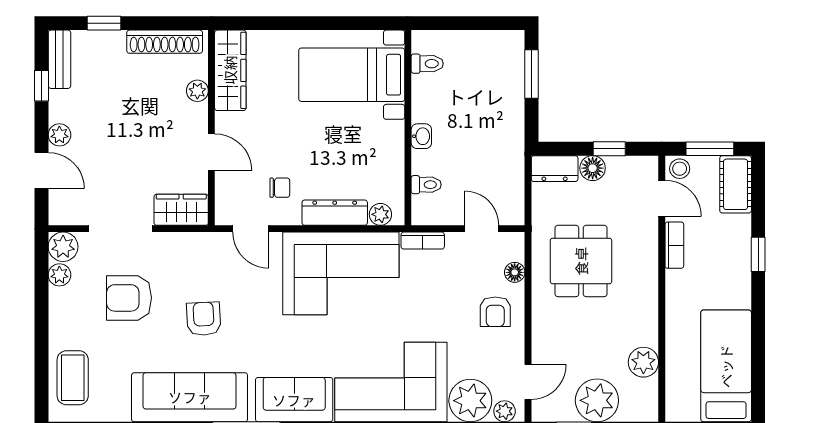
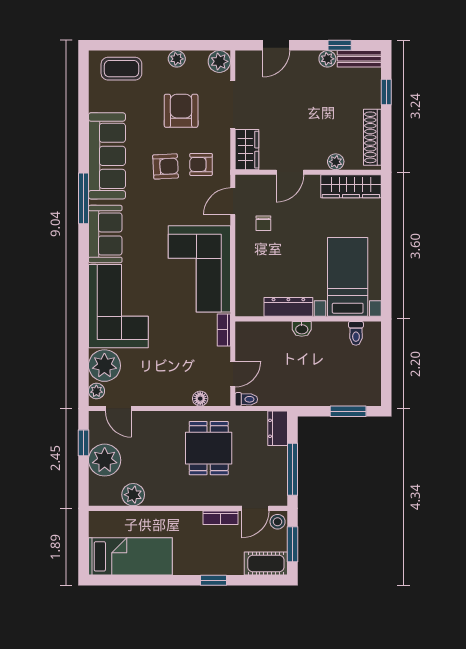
plant: (59, 135) -> (327, 59), moved
window: (609, 149) -> (292, 469), width x2.17
floor lamp: (593, 168) -> (278, 457), removed
toilet: (426, 185) -> (246, 399), moved, turned -90
dresser: (335, 213) -> (288, 307), moved, turned -90
plant: (380, 214) -> (243, 298), removed
dining table: (581, 261) -> (209, 448), turned 90
plant: (59, 275) -> (177, 59), moved
armchair: (495, 312) -> (201, 164), moved

